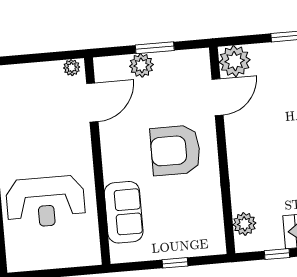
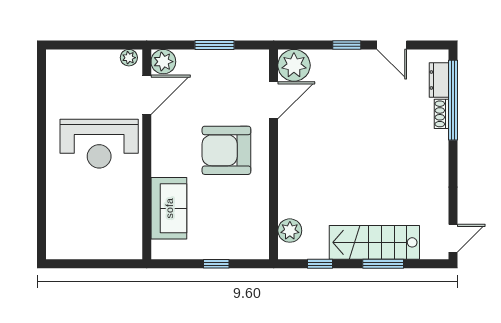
plant: (141, 65) -> (163, 62), moved
reception desk: (46, 202) -> (99, 144), moved

